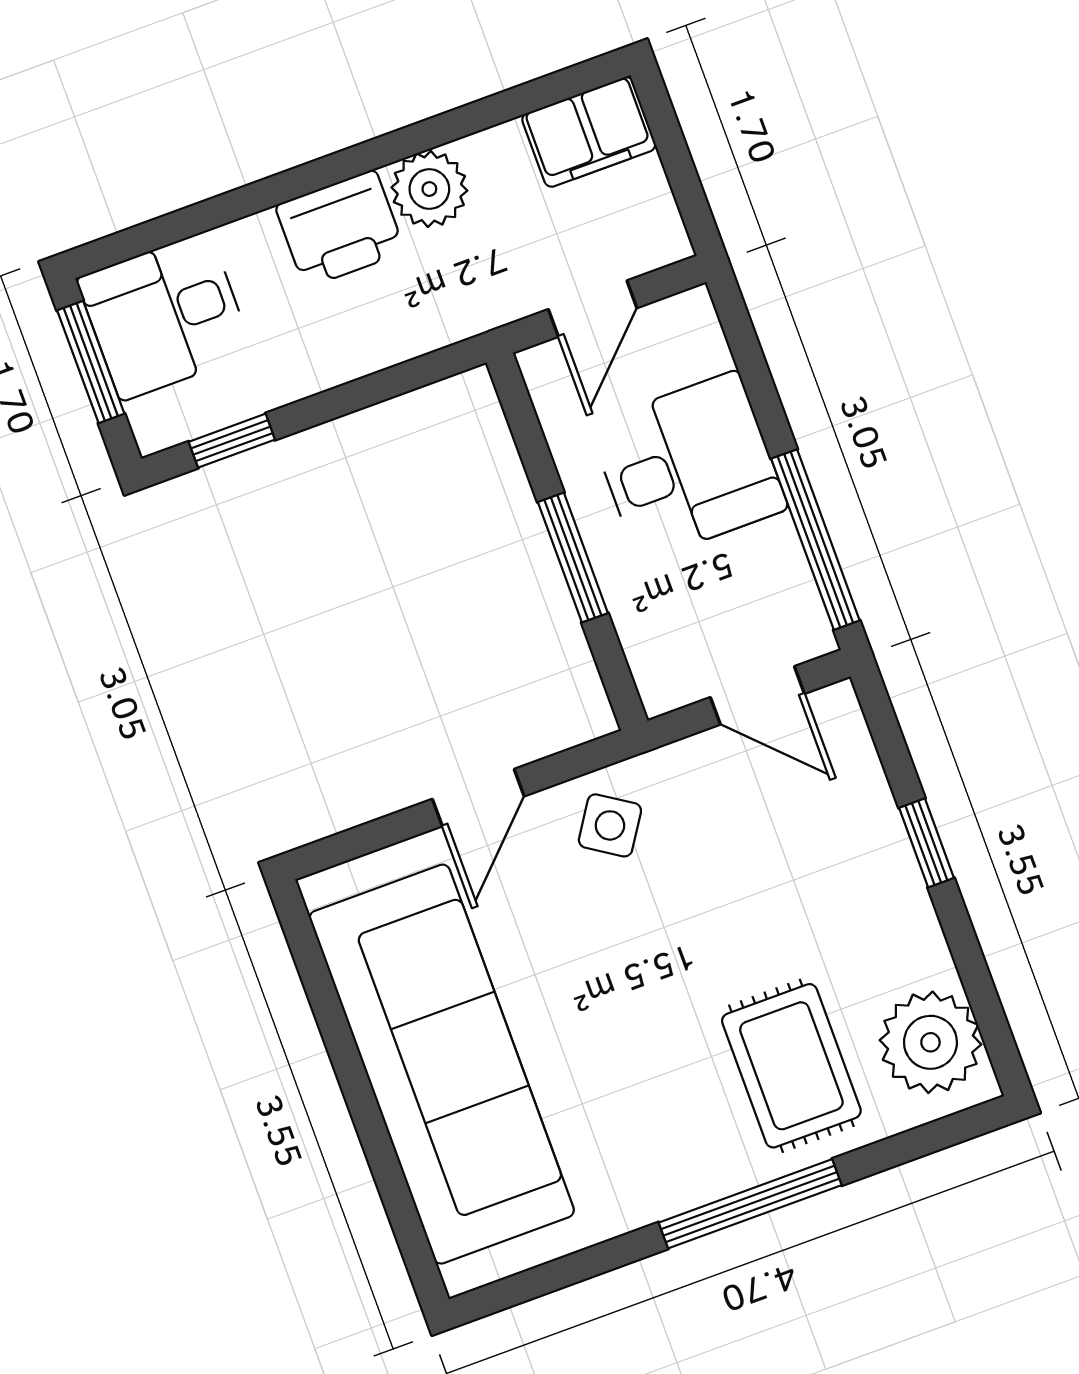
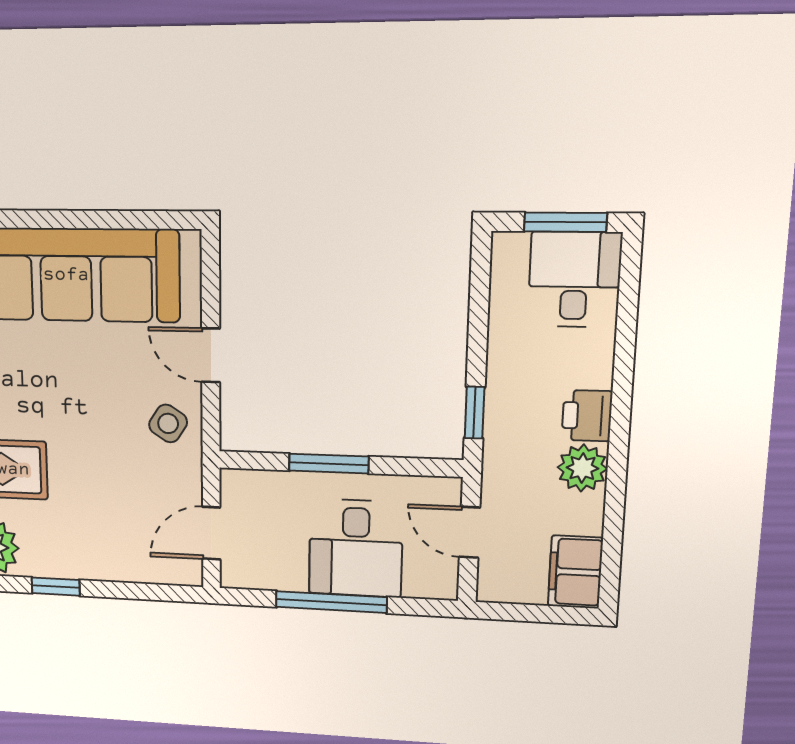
printer: (340, 229) -> (587, 416), width x0.73, depth x0.81
window: (232, 441) -> (474, 413), moved
window: (815, 540) -> (331, 602), moved
window: (926, 843) -> (56, 587), moved

